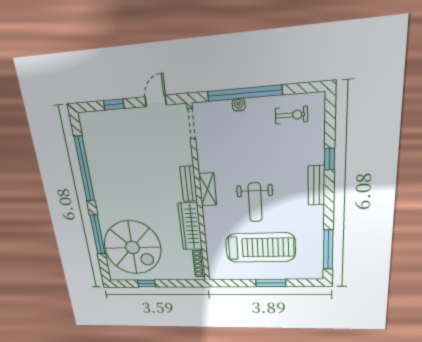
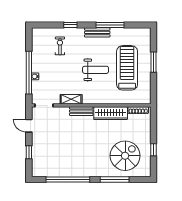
exercise bike: (291, 115) -> (60, 46), moved
bench: (316, 185) -> (97, 32), moved
shelving: (208, 189) -> (71, 99), moved
spiral stairs: (132, 247) -> (125, 156), width x0.73, depth x0.73
window: (328, 250) -> (110, 25), moved

